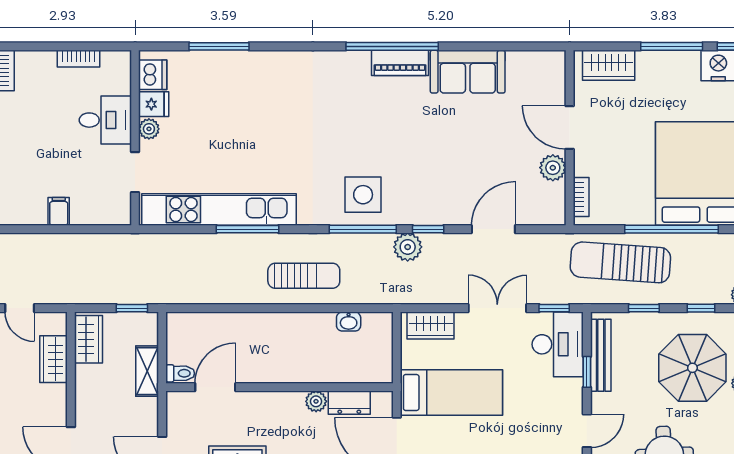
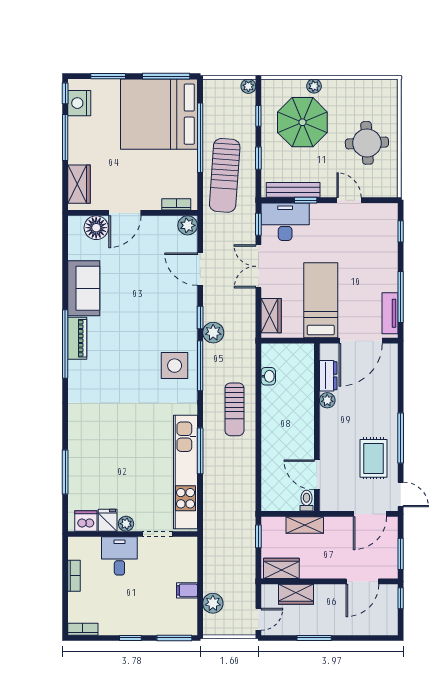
floor lamp: (550, 89) -> (96, 228), added
plant: (553, 168) -> (188, 225), moved
plant: (41, 246) -> (213, 603), added
sun lounger: (304, 276) -> (234, 409), turned 180

